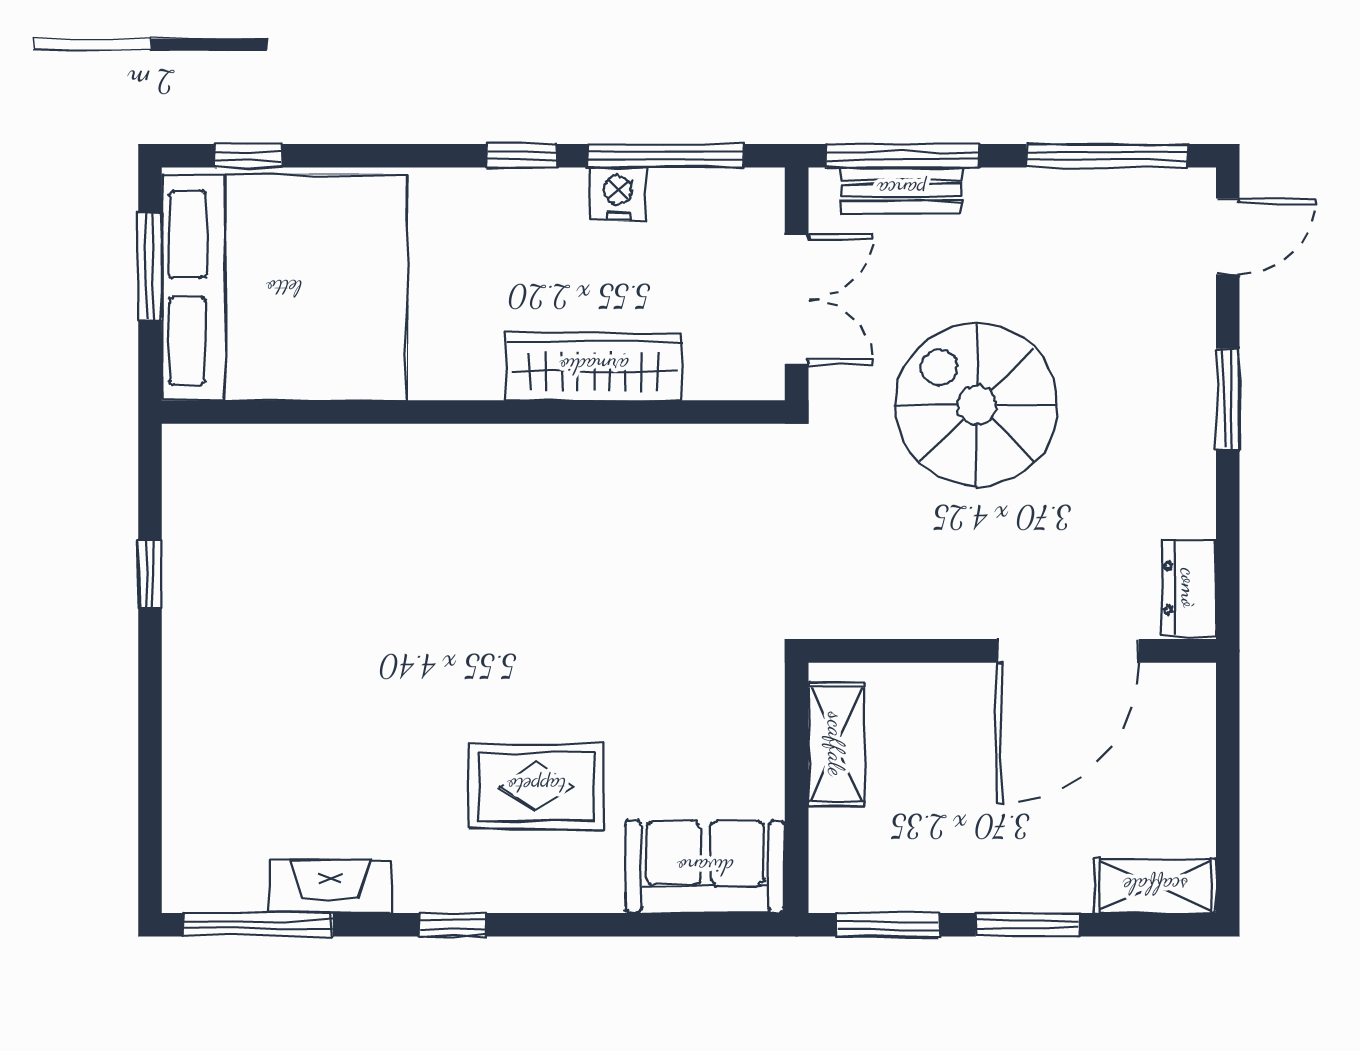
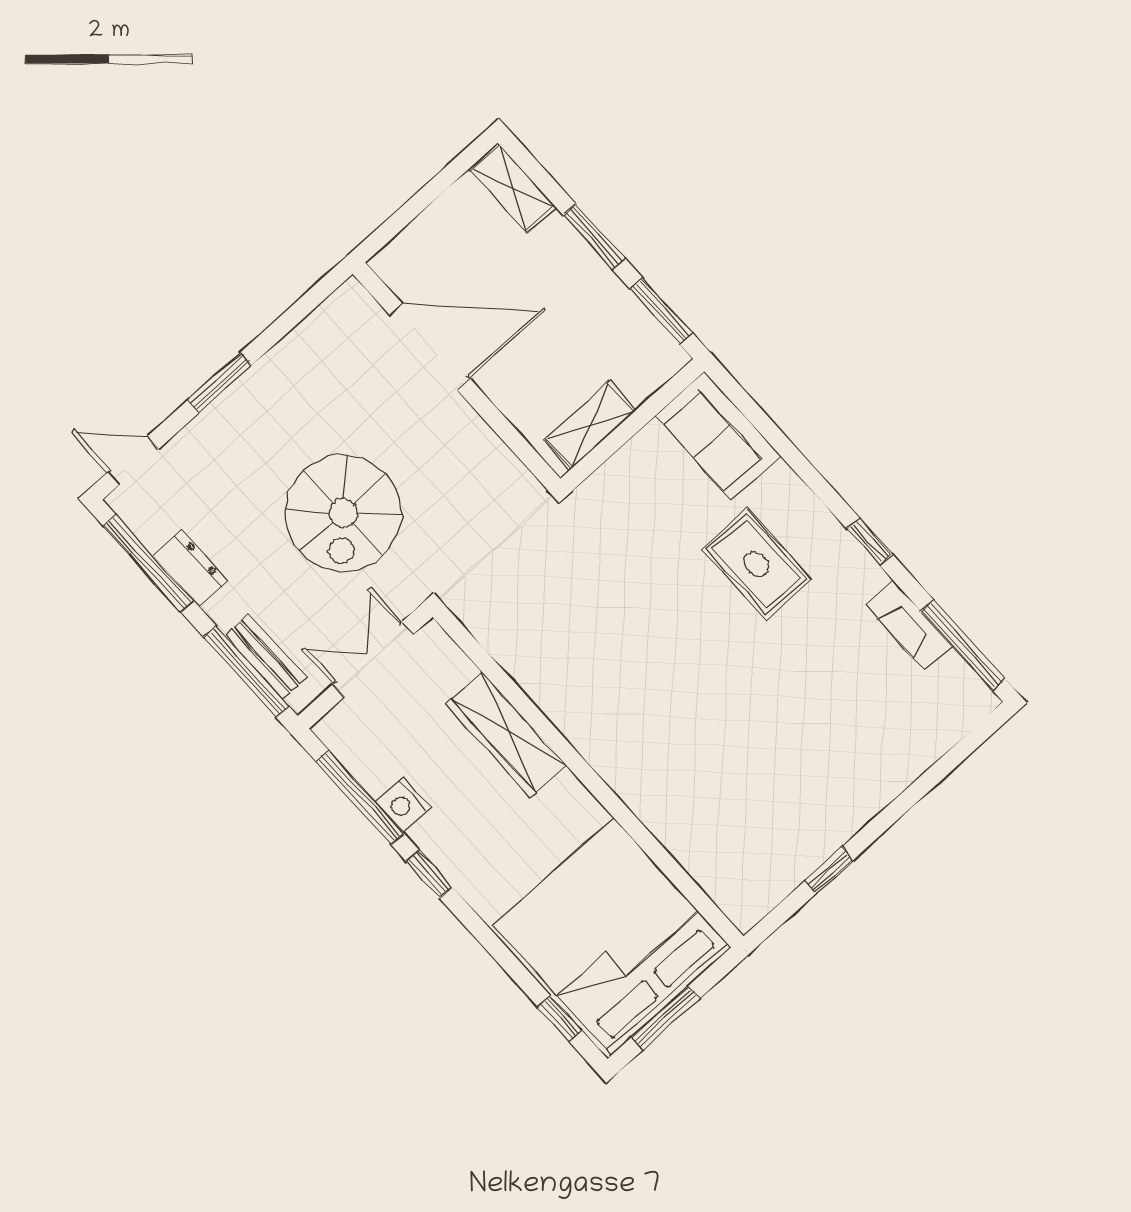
dresser: (1189, 588) -> (191, 569), moved, turned -90

